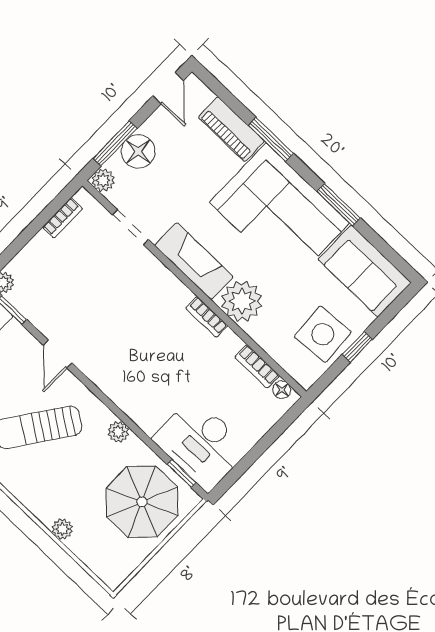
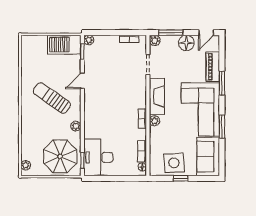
floor lamp: (138, 151) -> (186, 43), moved
plant: (242, 301) -> (154, 121), width x0.53, depth x0.53
plant: (62, 529) -> (26, 165), moved

